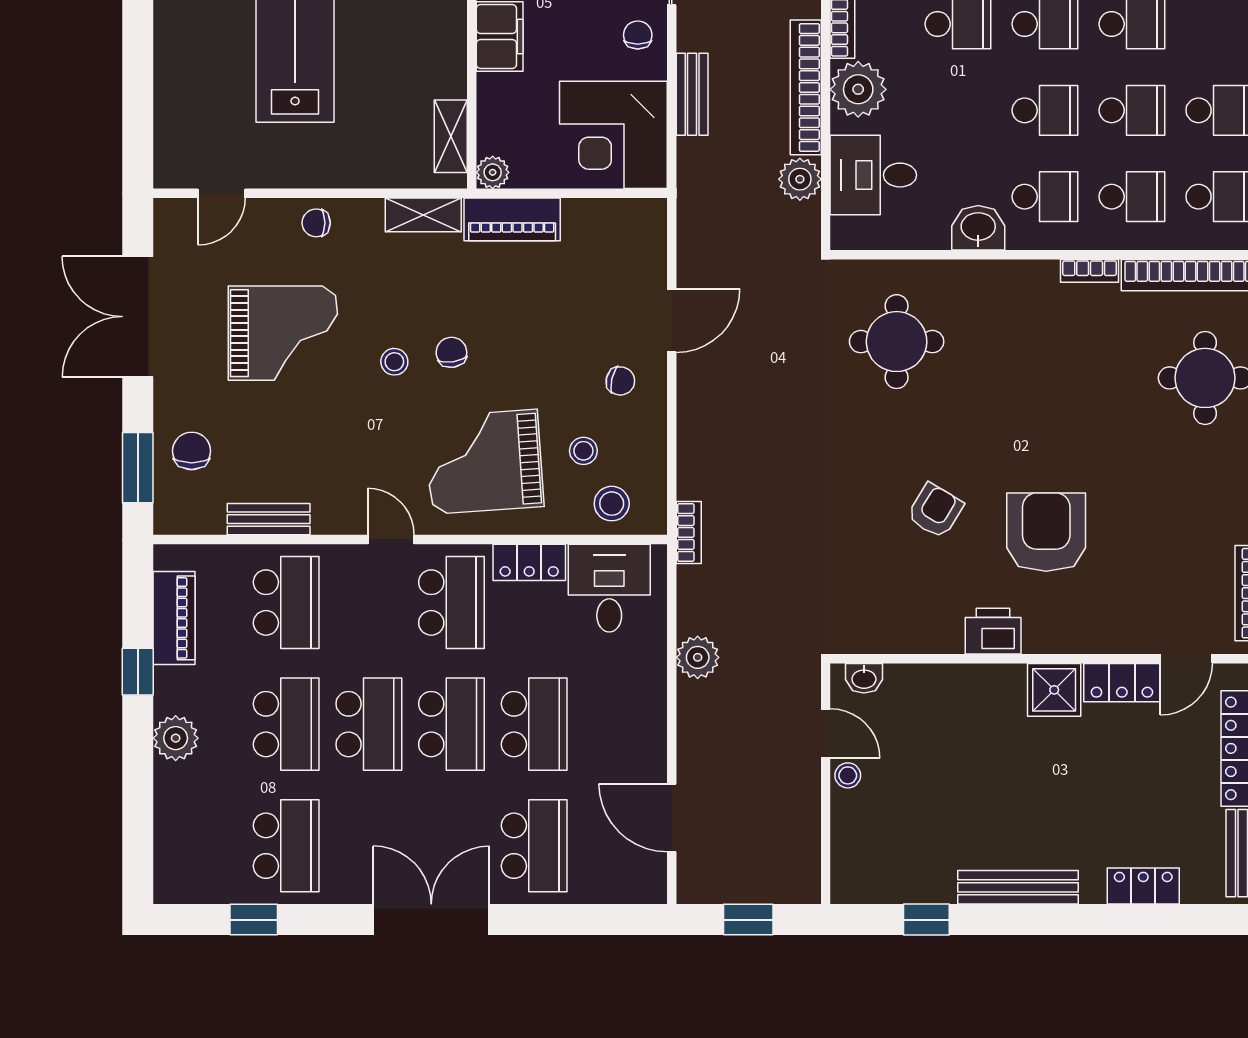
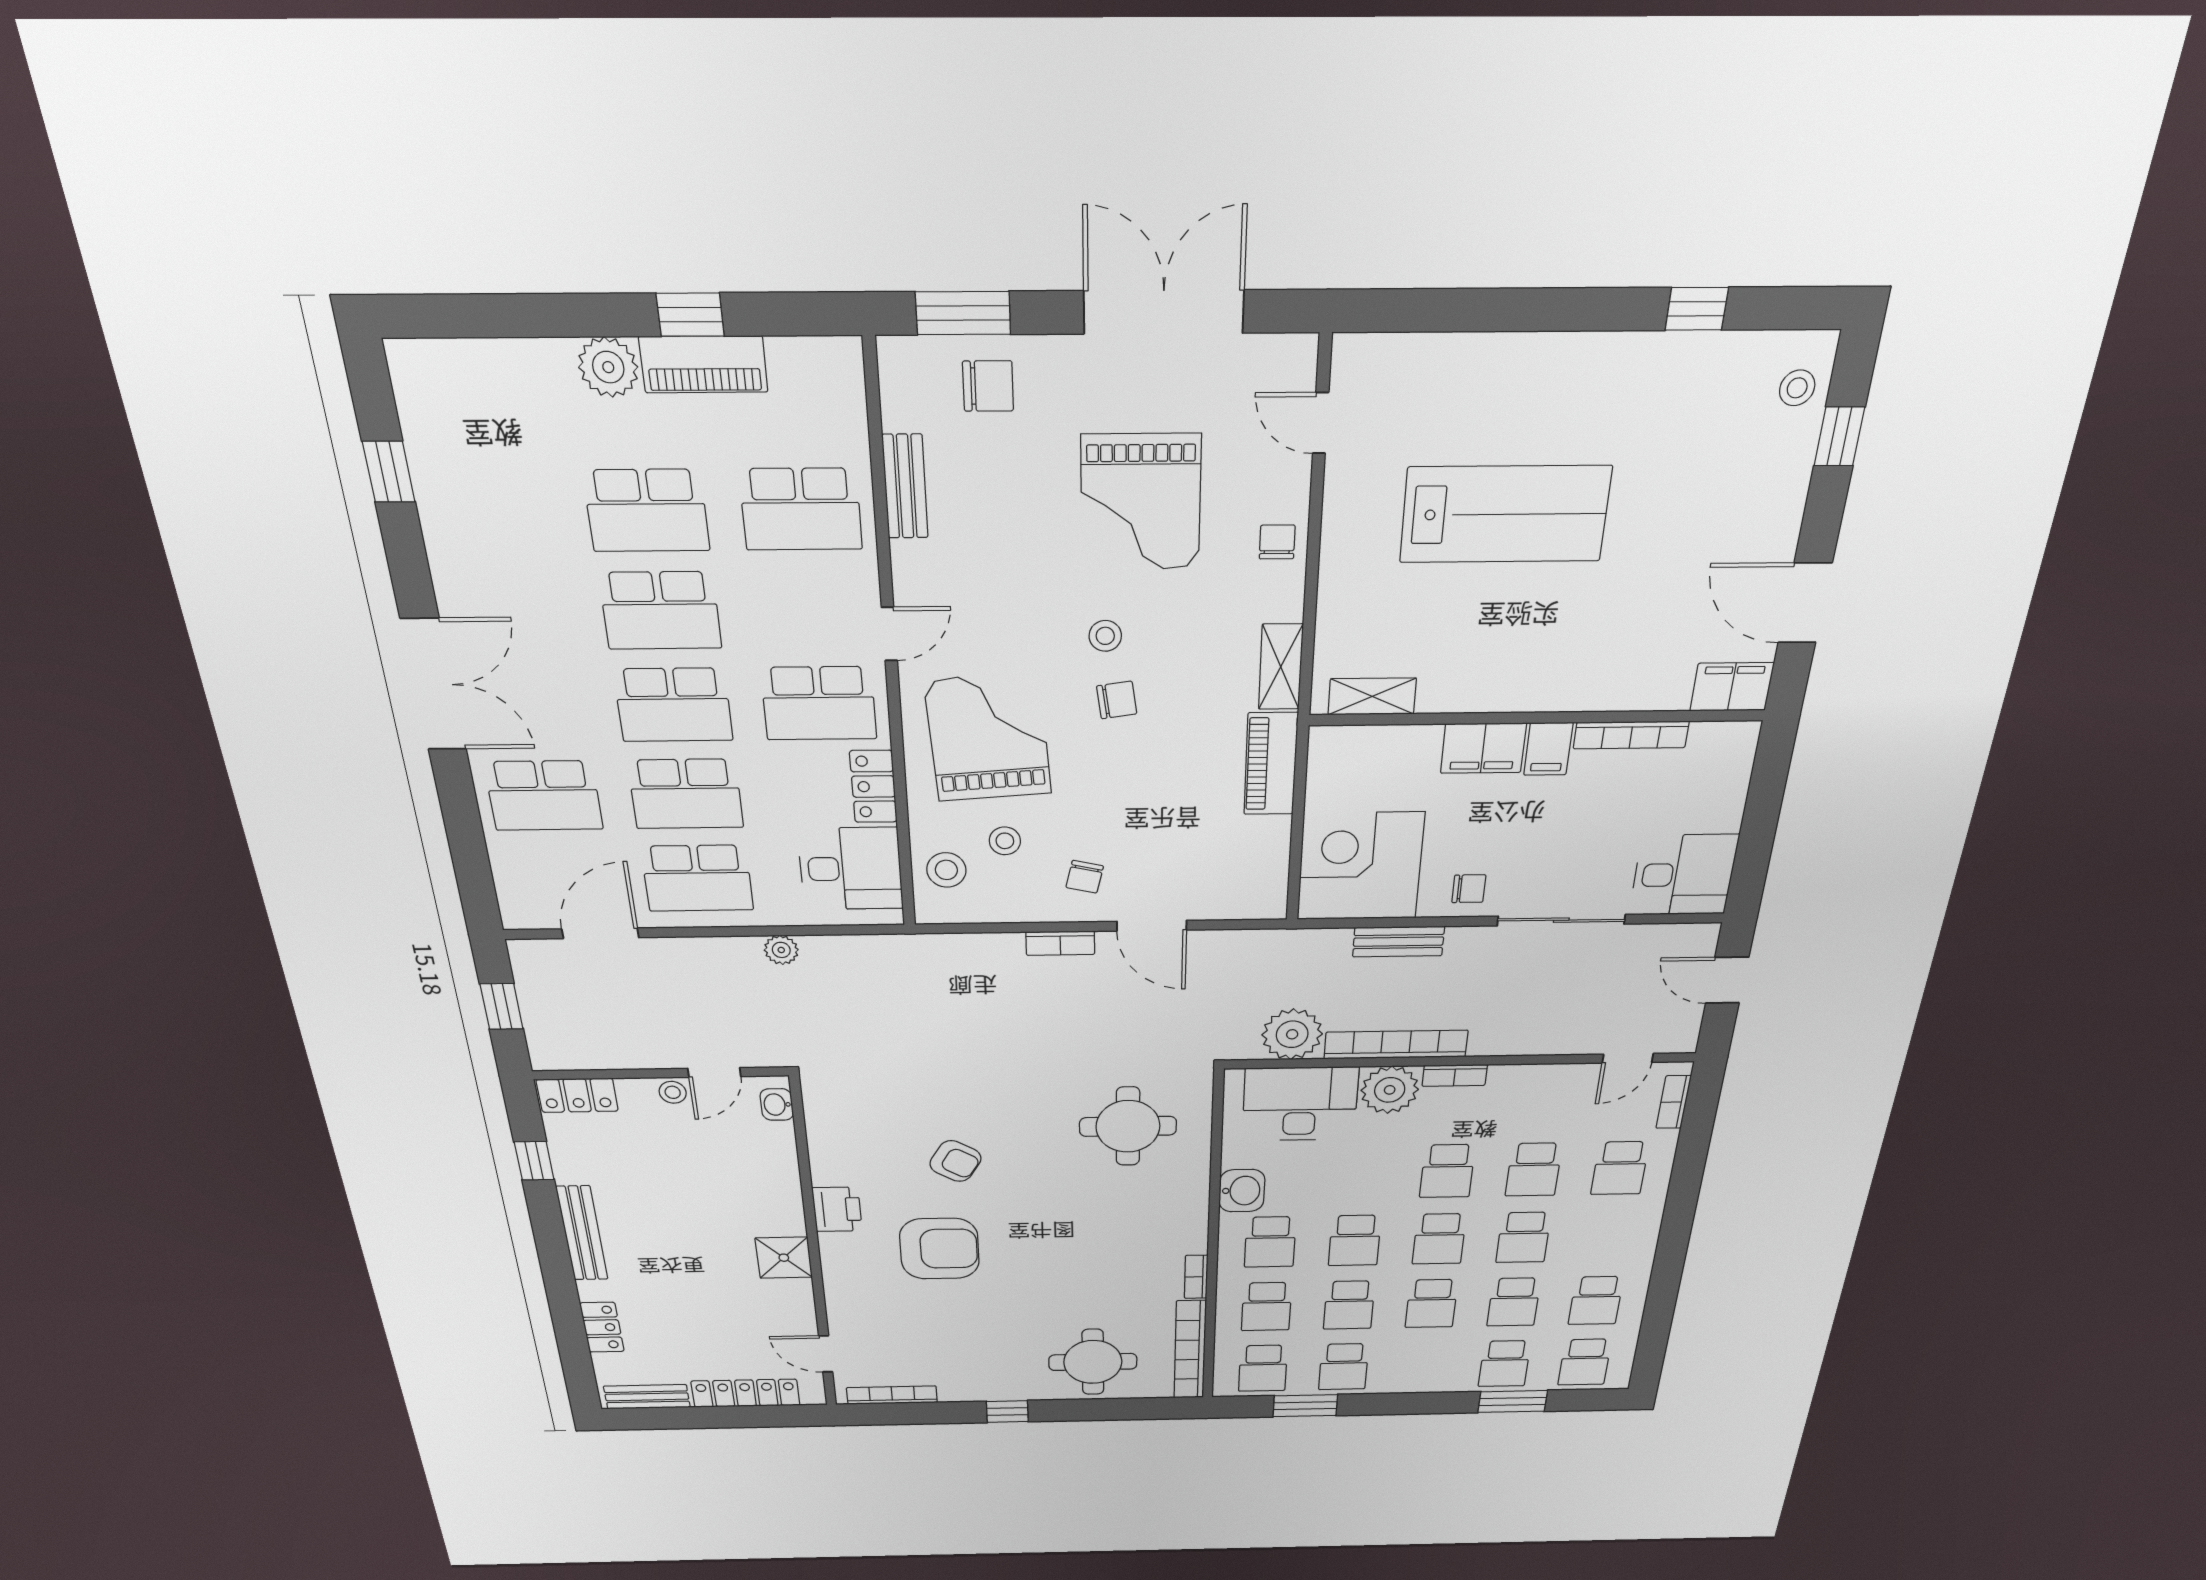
plant: (493, 172) -> (1326, 742), removed
desk: (873, 175) -> (1300, 1104), width x1.37
plant: (800, 179) -> (1292, 1034), width x1.36, depth x1.36
bookcase: (689, 532) -> (1060, 943), moved
piano: (174, 618) -> (704, 364), moved
plant: (698, 657) -> (781, 950), width x0.73, depth x0.73
locker: (1122, 683) -> (577, 1095), moved, turned -90
school desk: (286, 846) -> (697, 878), moved

